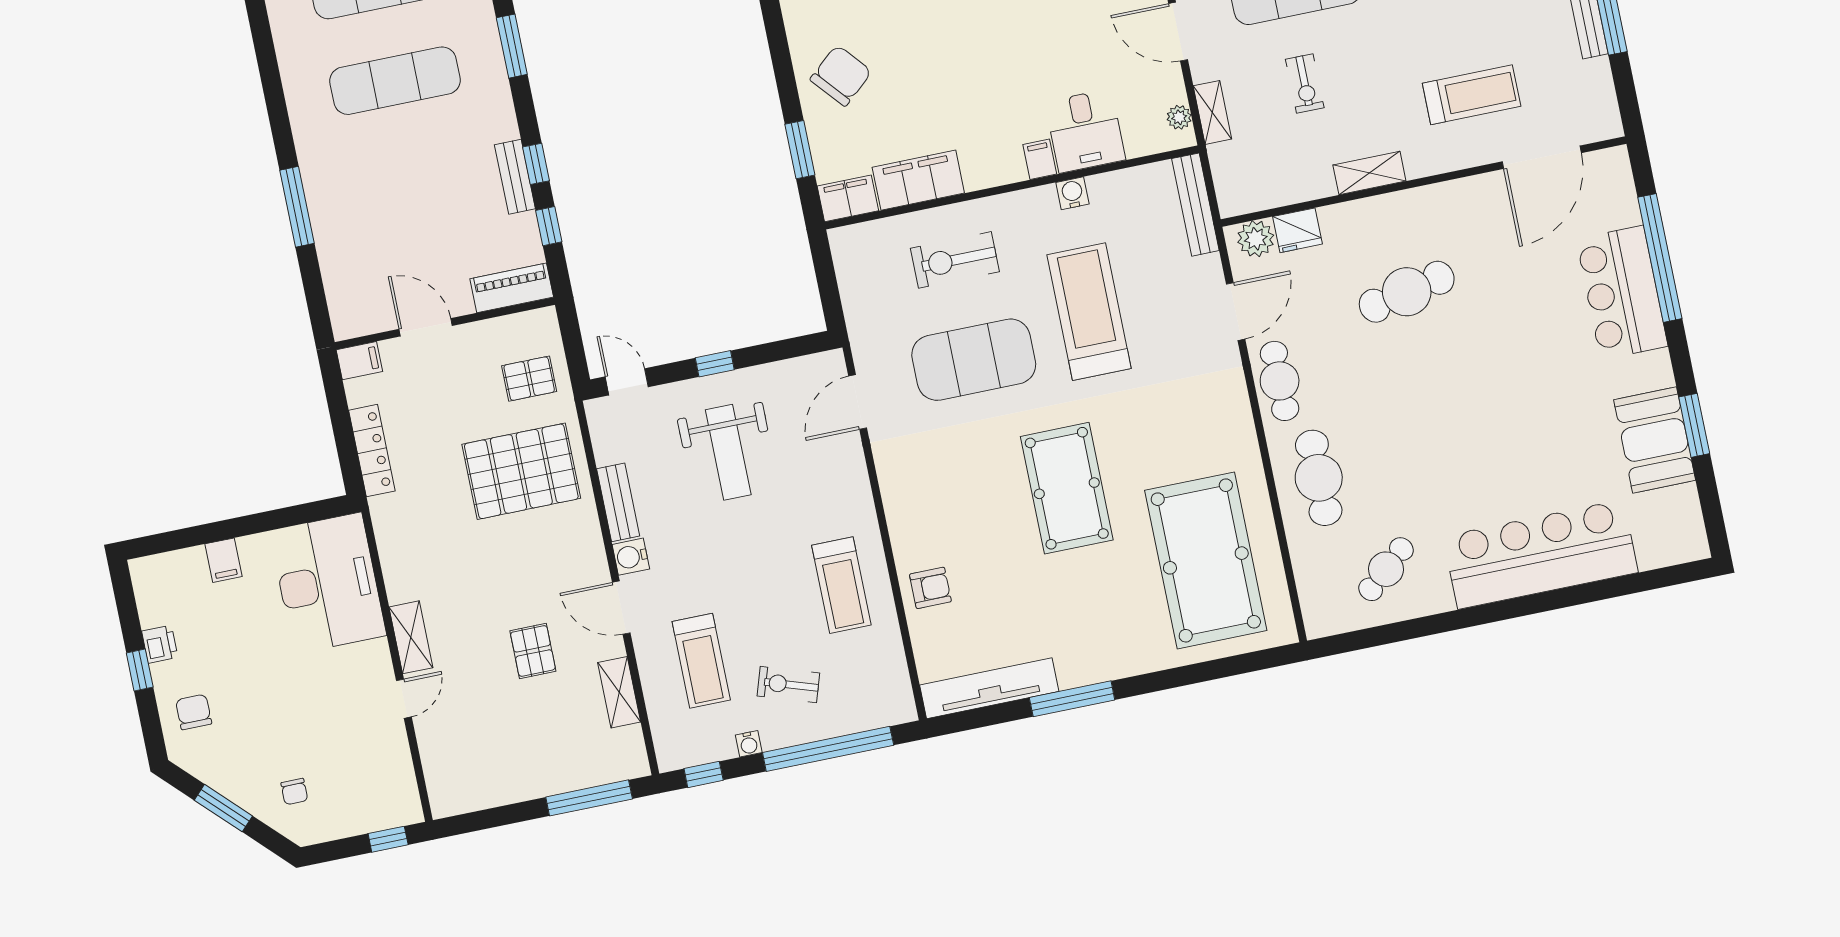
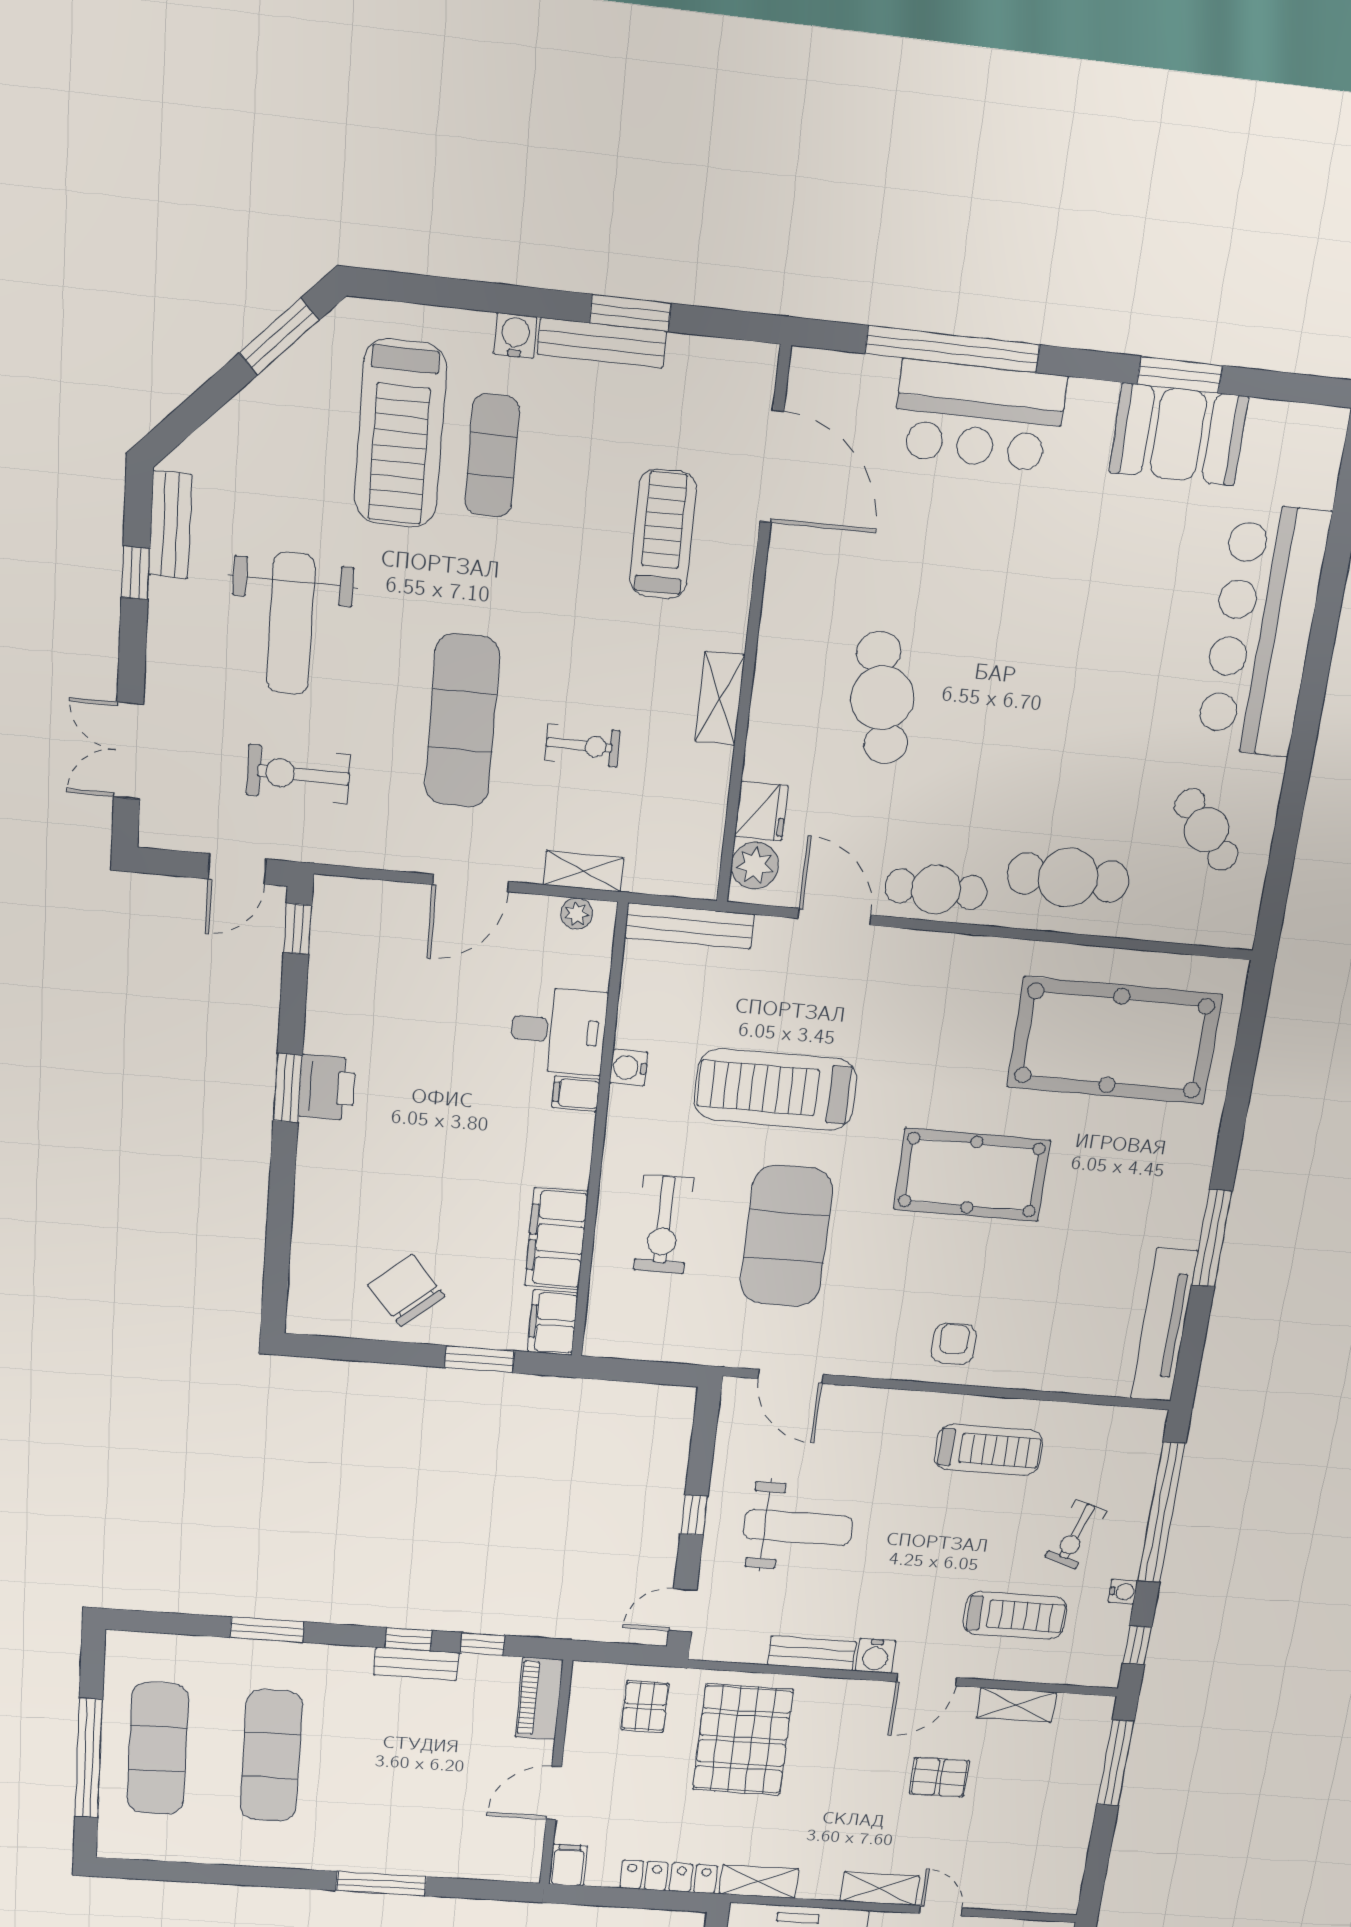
shelving: (389, 530) -> (759, 1881), added
armchair: (930, 588) -> (954, 1344), moved

